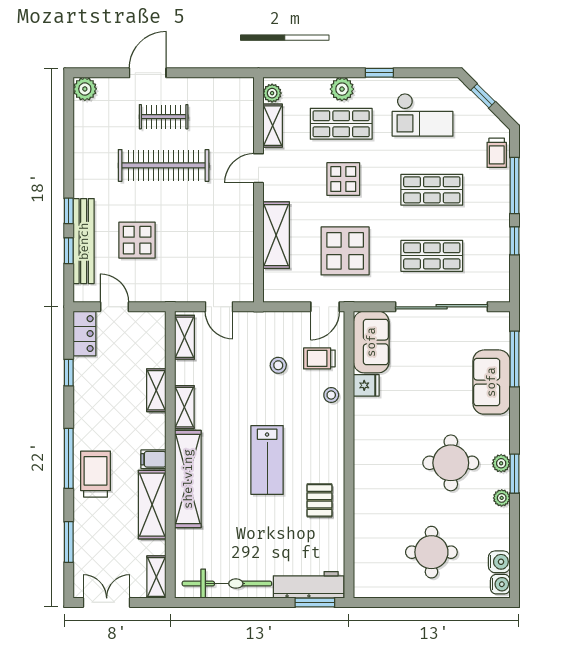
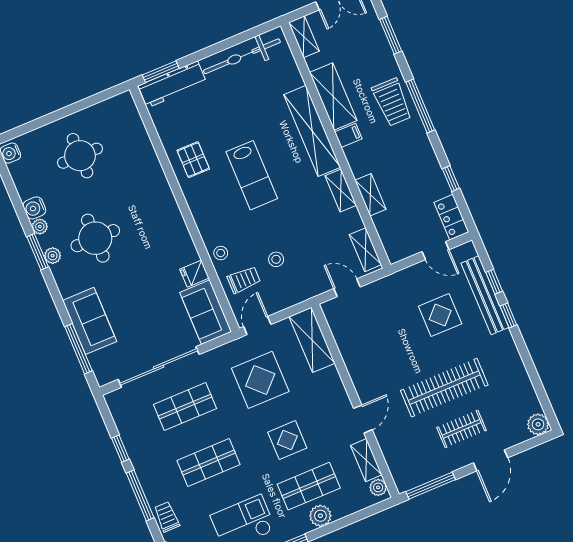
window: (219, 73) -> (431, 486), added
shelving: (276, 235) -> (312, 340), moved
lab bench: (267, 460) -> (252, 175), turned 180
water cooler: (499, 562) -> (34, 208), moved

